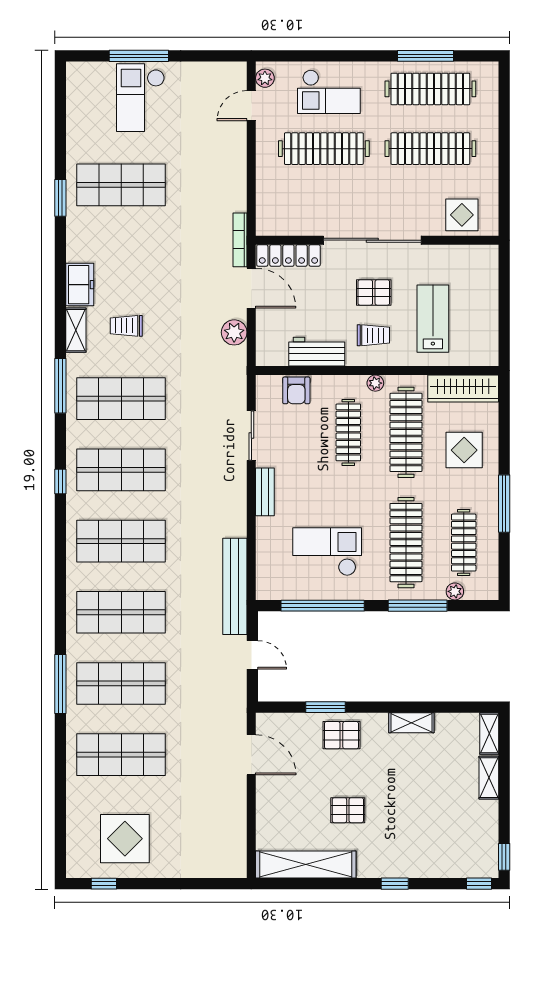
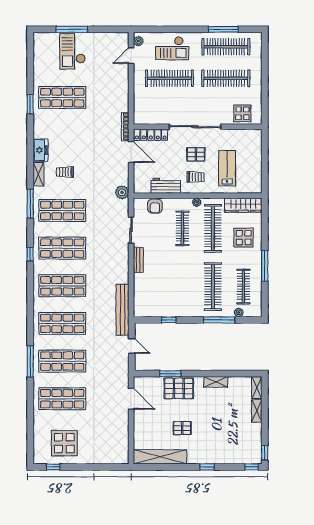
plant: (234, 332) -> (122, 192), moved
checkout: (327, 552) -> (171, 291), removed
window: (323, 606) -> (169, 320), width x0.32
pallet: (341, 735) -> (179, 388), width x1.50, depth x1.42

